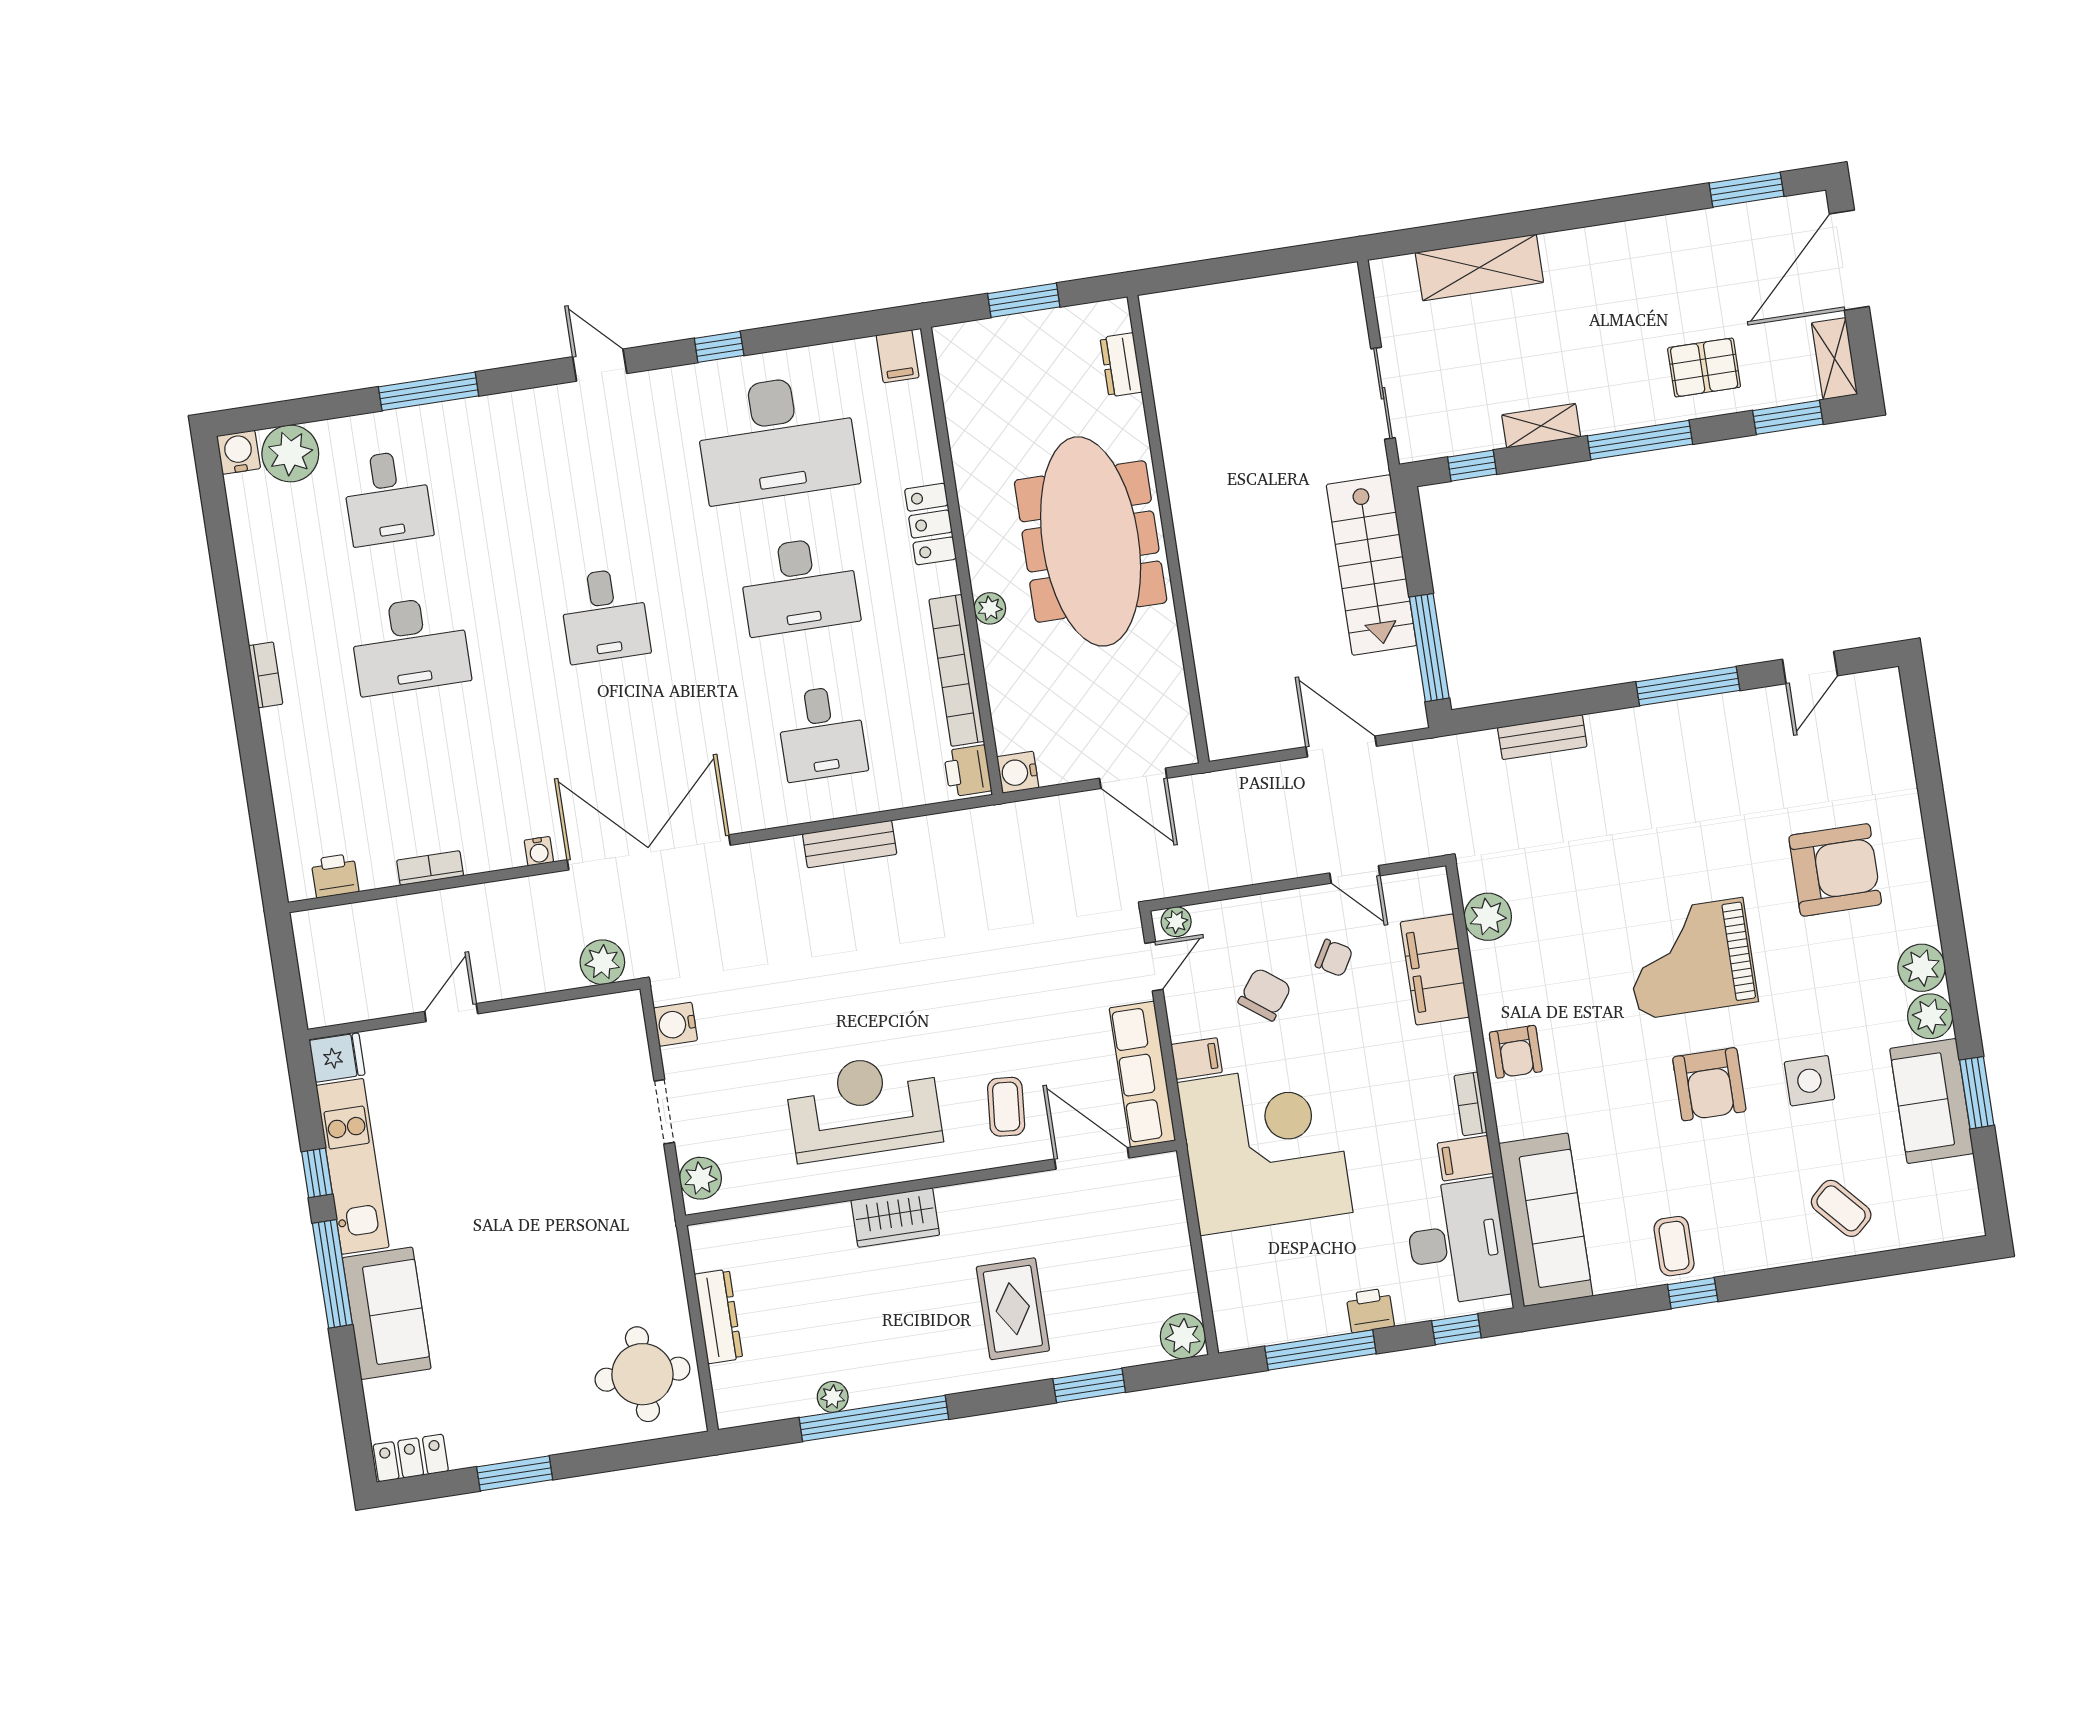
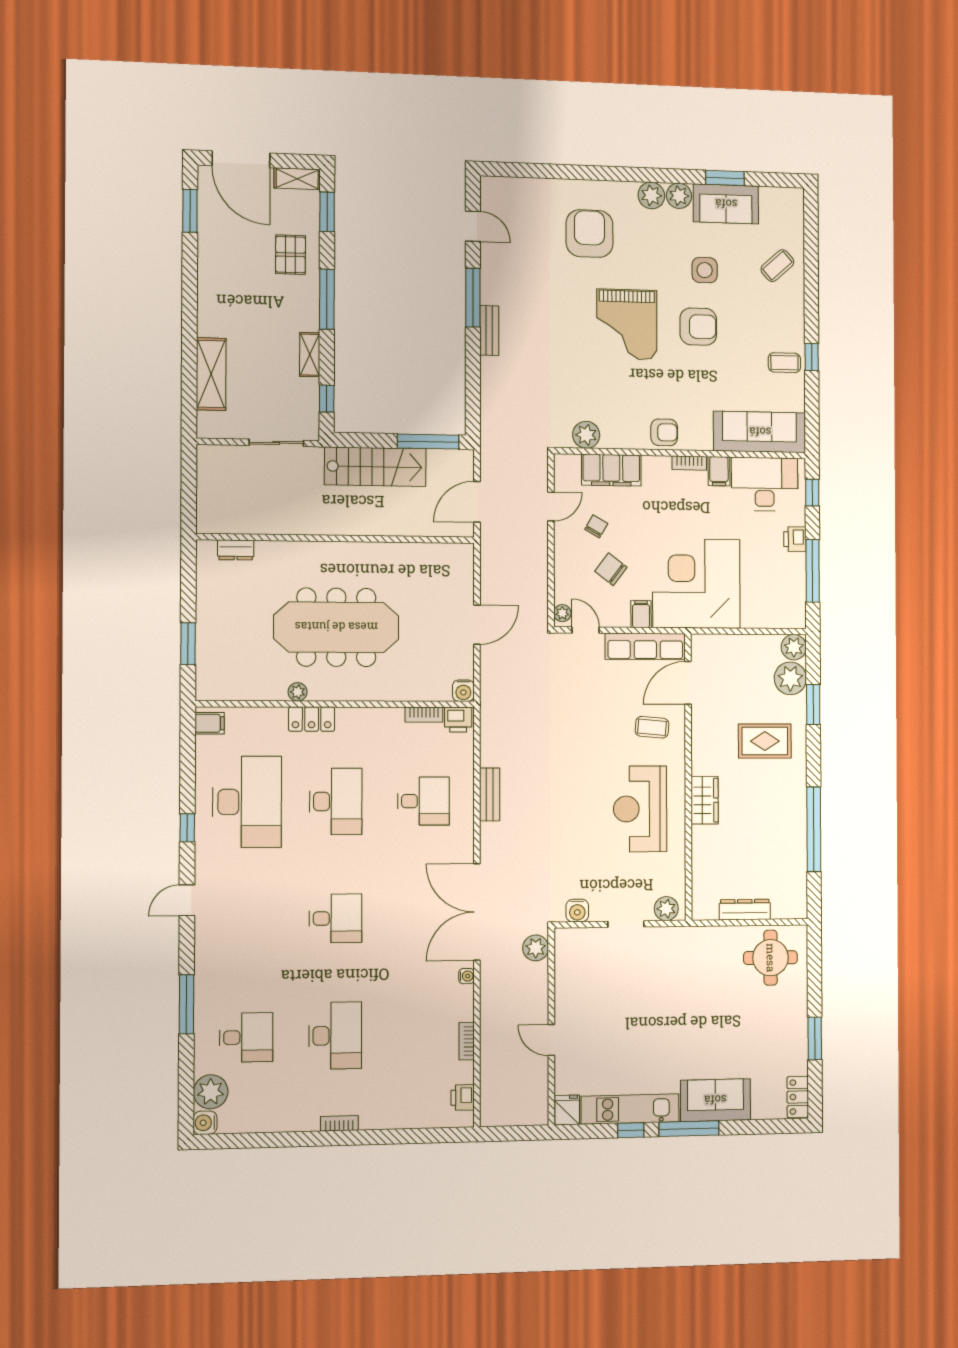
dresser: (1121, 365) -> (236, 550), moved
wall: (1168, 529) -> (336, 538), moved
plant: (990, 608) -> (298, 692), moved
bookcase: (957, 670) -> (424, 715), width x0.43, depth x0.76
bench: (1542, 737) -> (489, 330), moved
plant: (833, 1397) -> (790, 678), moved, width x1.88, depth x1.88

